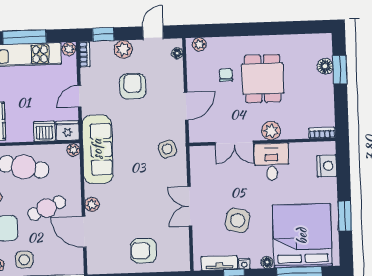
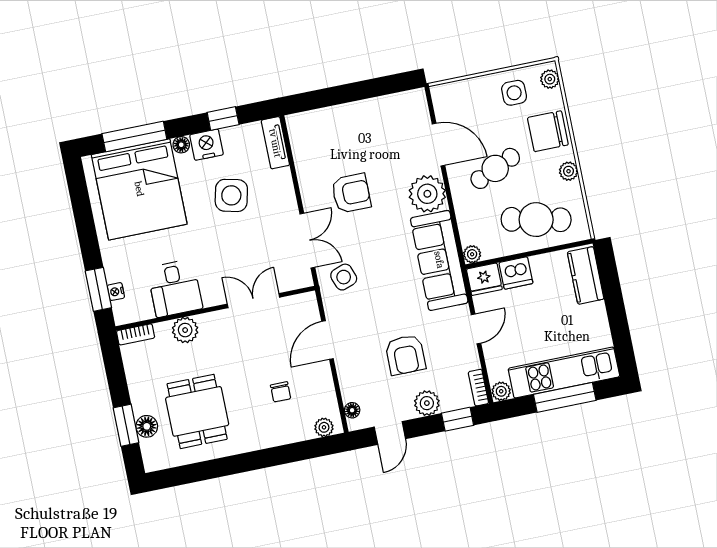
dining table: (263, 79) -> (197, 411), moved
plant: (271, 131) -> (185, 330), moved
desk: (272, 162) -> (175, 288), moved
nightstand: (327, 166) -> (116, 292), width x0.53, depth x0.56
plant: (92, 205) -> (427, 194), width x1.88, depth x1.88
double door: (190, 206) -> (307, 241), moved
window: (345, 216) -> (98, 289), moved
armchair: (144, 251) -> (351, 193), moved
tv unit: (219, 263) -> (275, 143), moved, turned 90
nightstand: (244, 264) -> (207, 145), width x1.89, depth x1.79

